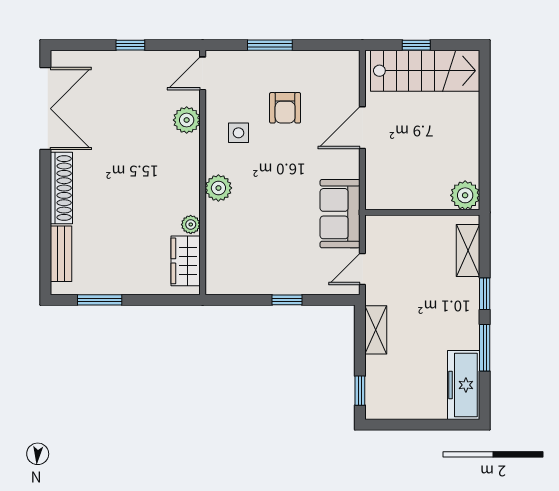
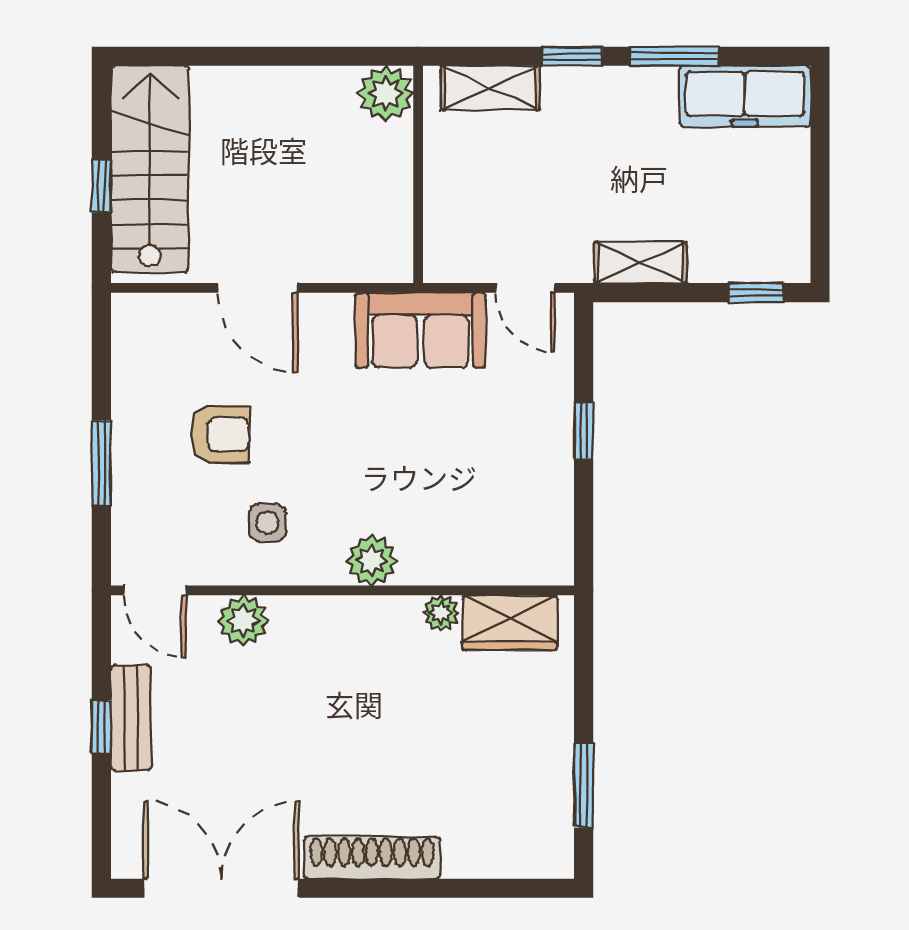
bench: (61, 254) -> (131, 718), moved, turned 90

